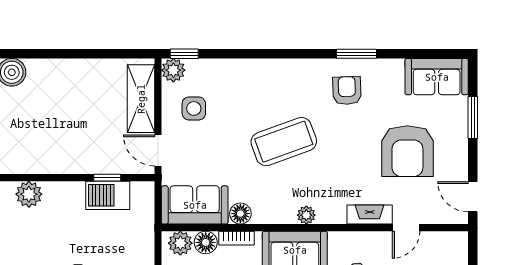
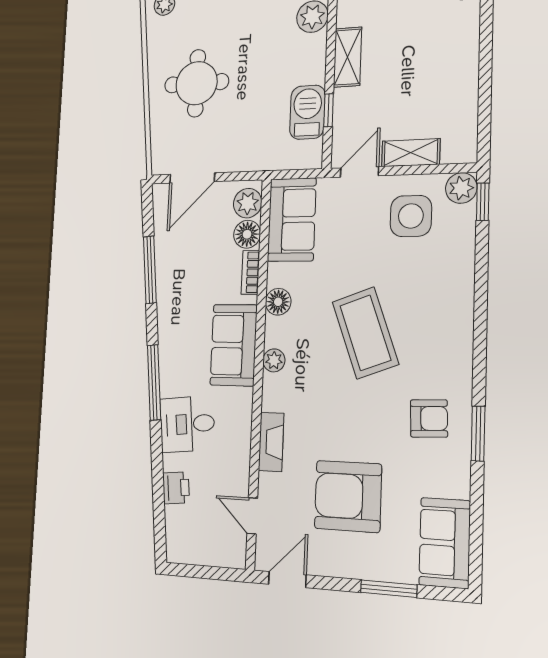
shelving: (141, 99) -> (411, 153), width x0.67, depth x0.75
side table: (194, 108) -> (411, 216), width x1.37, depth x1.37
shelving: (65, 163) -> (348, 57), added
floor lamp: (240, 214) -> (278, 302), moved
door: (406, 228) -> (252, 516), moved

